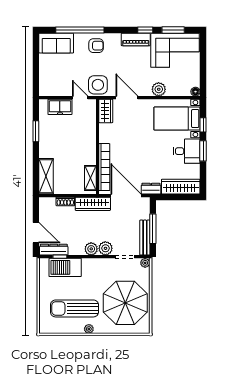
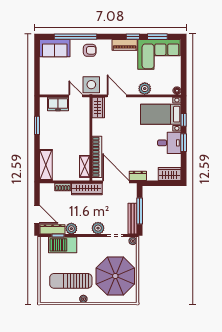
wardrobe: (181, 187) -> (170, 174), width x0.67
plant: (91, 249) -> (71, 229), moved

